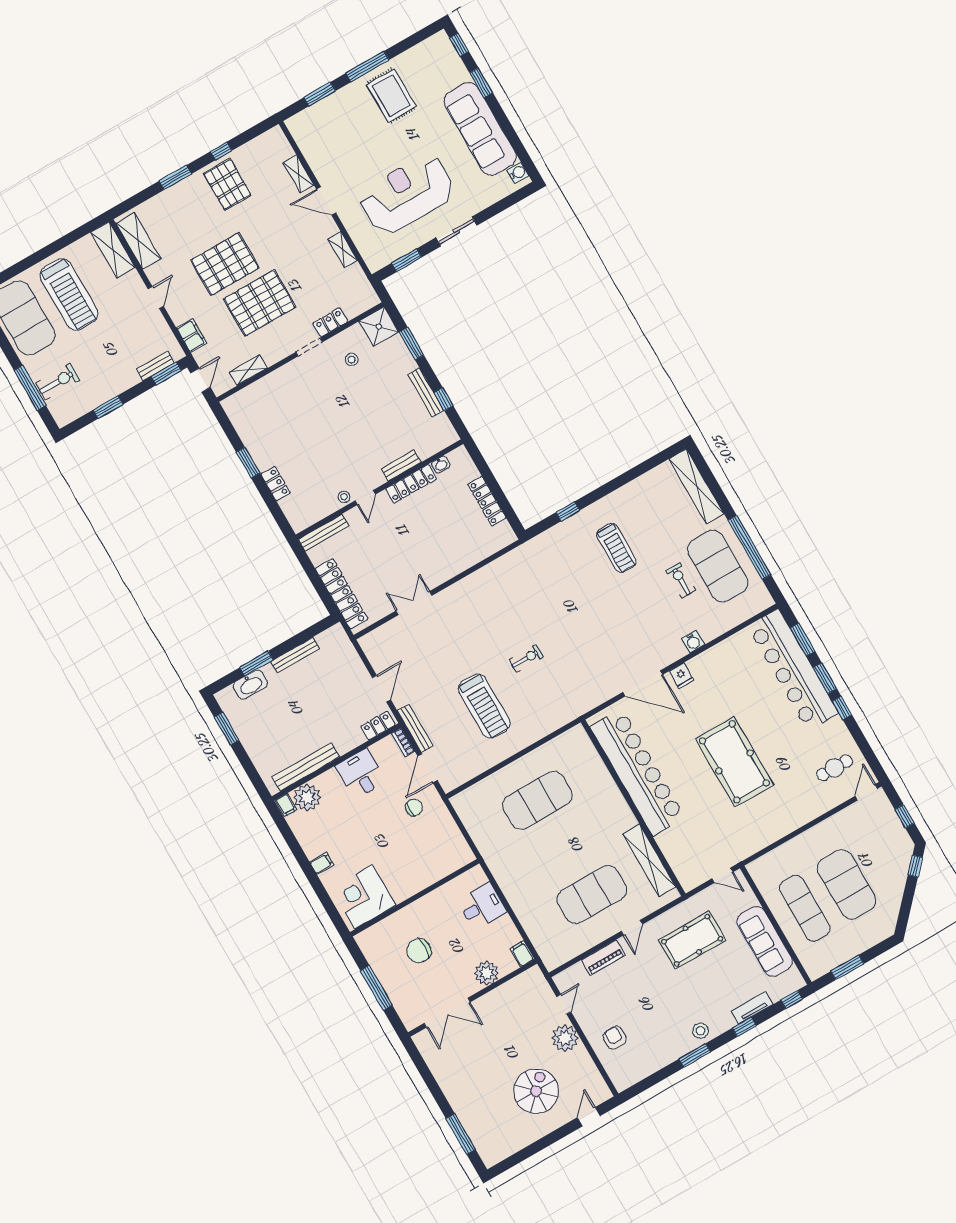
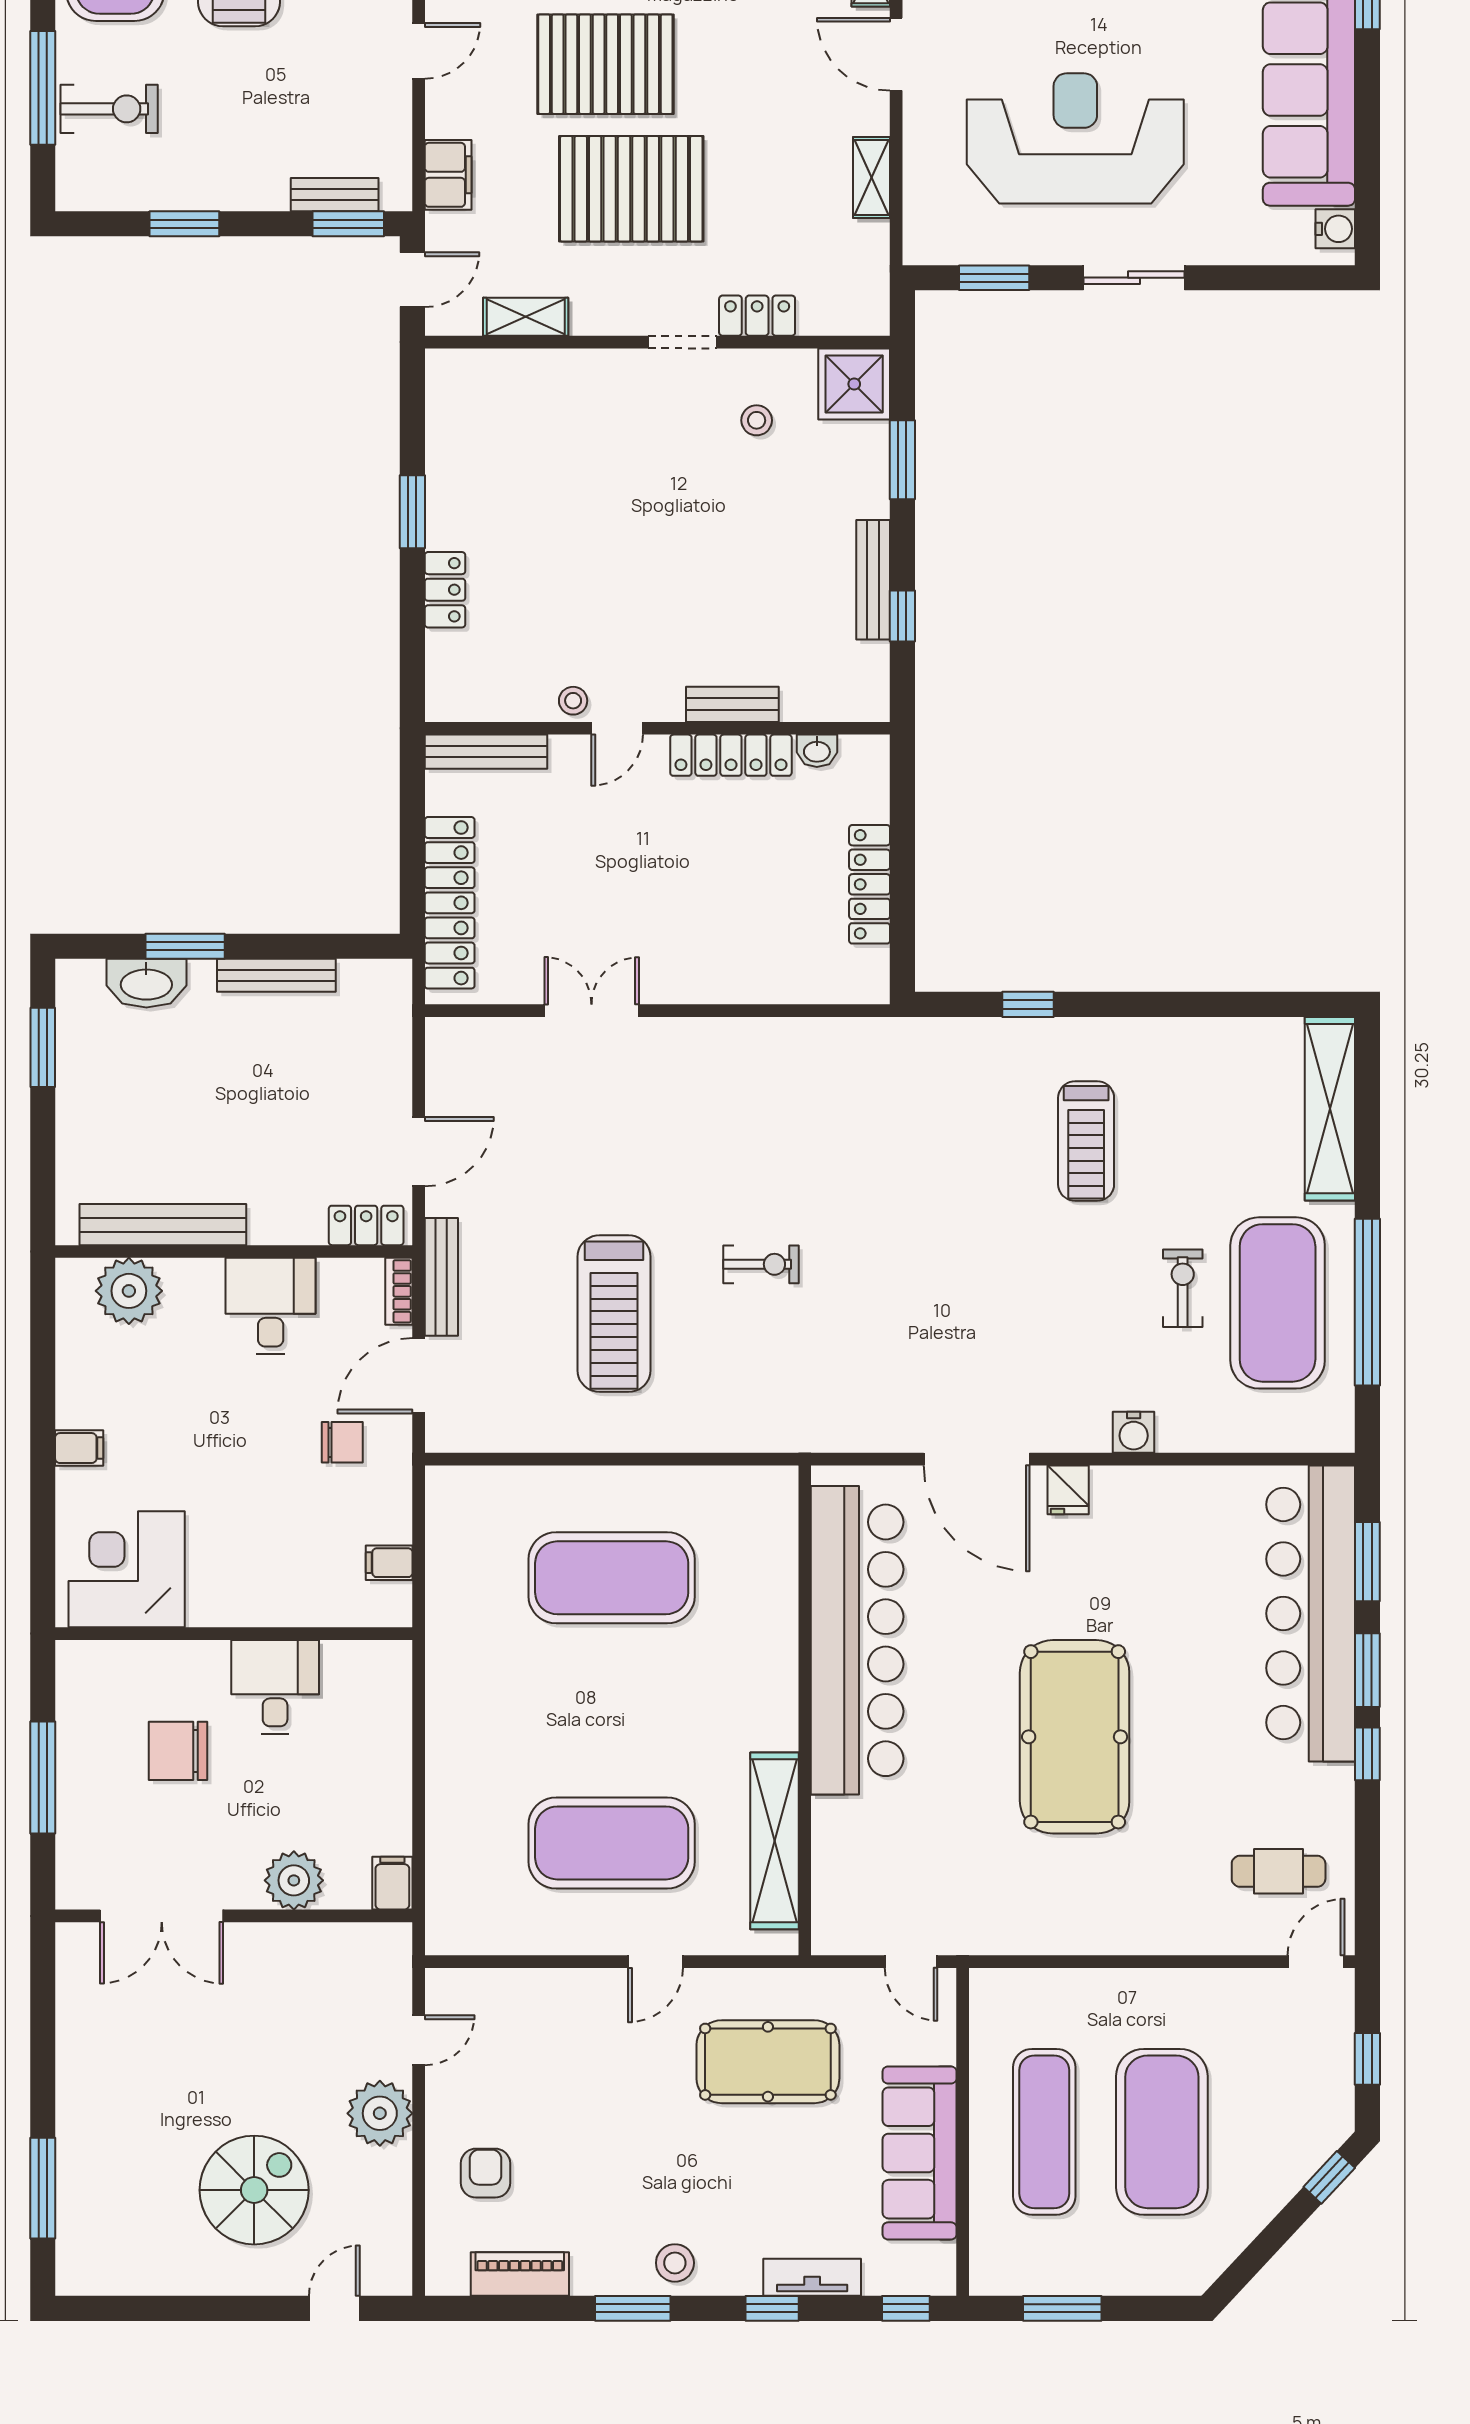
filing cabinet: (286, 805) -> (389, 1563), moved, turned 90
desk: (482, 906) -> (275, 1687), moved, turned -90
piano: (603, 957) -> (520, 2274), moved, turned 180

